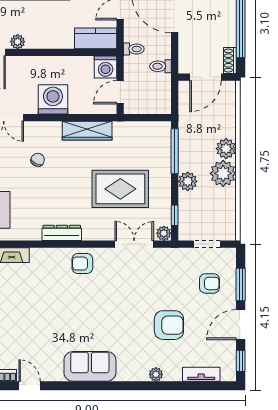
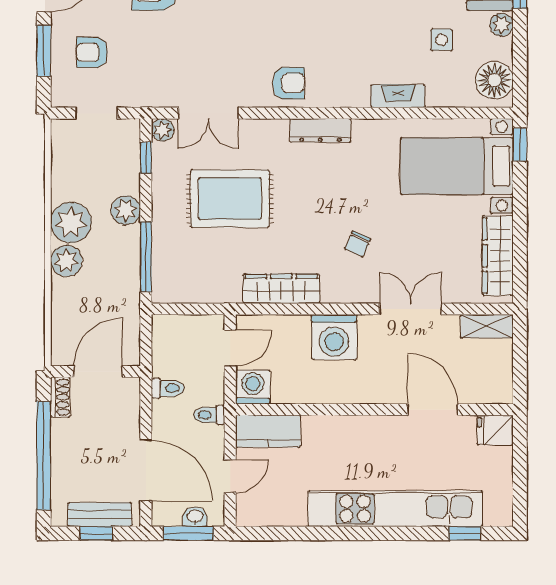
plant: (18, 42) -> (389, 426), removed

